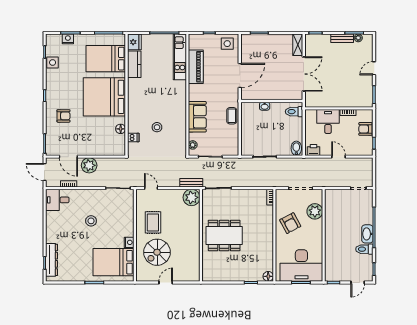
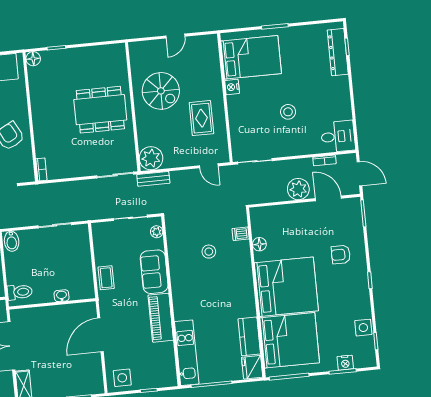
bed: (106, 59) -> (290, 340), width x1.36
piano: (196, 67) -> (161, 318), moved
spiral stairs: (157, 252) -> (161, 91), moved, turned 90

